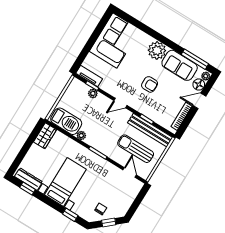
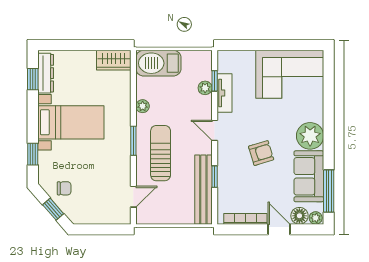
tv unit: (89, 76) -> (224, 93), moved
armchair: (150, 84) -> (261, 153), turned -107
barbecue: (66, 121) -> (158, 63), moved, turned 90
sun lounger: (136, 149) -> (161, 153), moved

